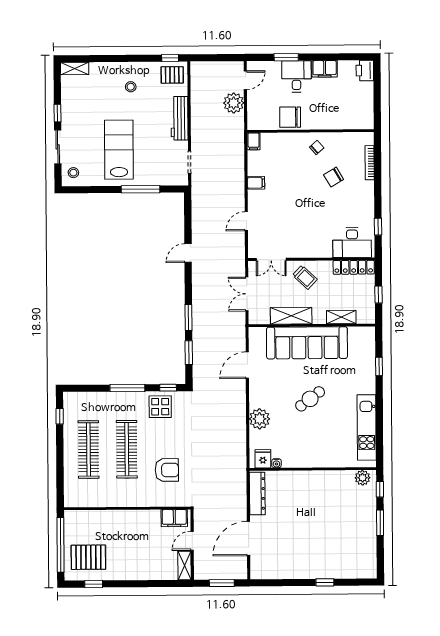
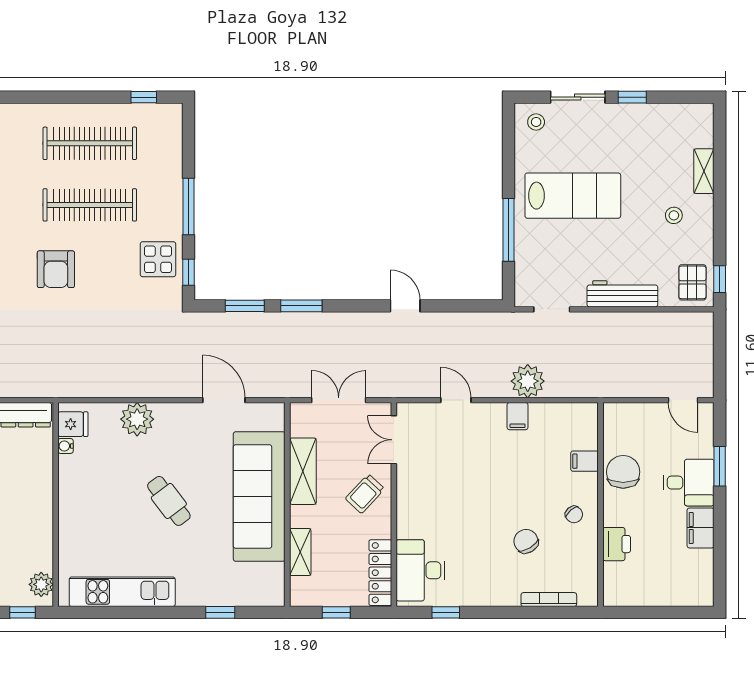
shelving: (75, 69) -> (704, 171), moved
printer: (365, 71) -> (617, 544), moved, turned 90
plant: (234, 103) -> (528, 381), moved
filing cabinet: (254, 141) -> (585, 461), moved

